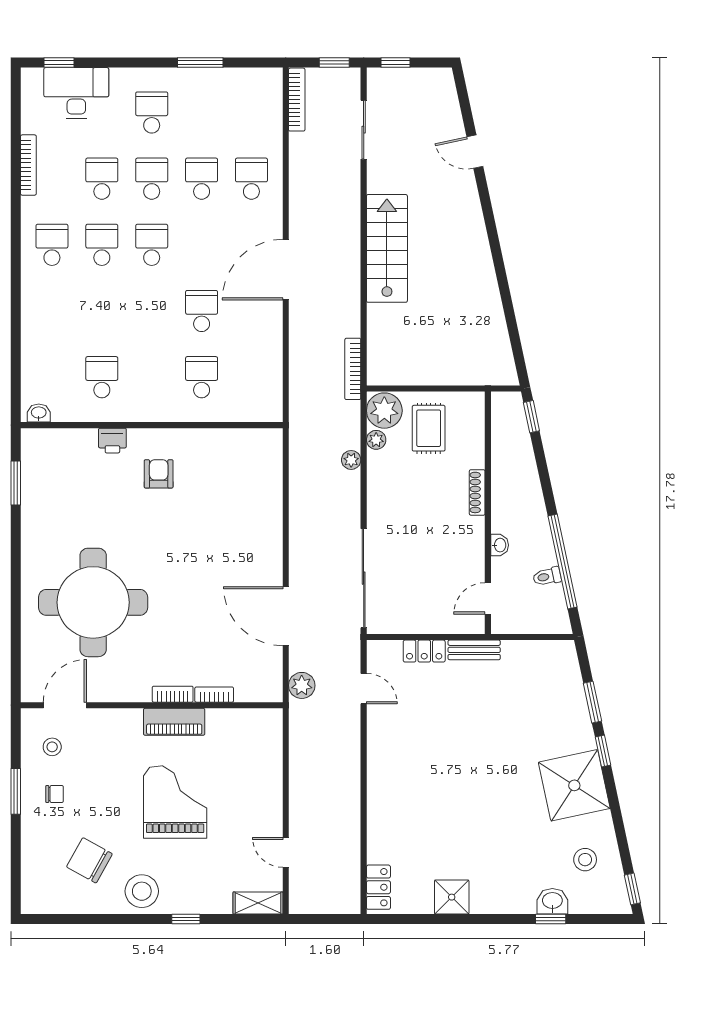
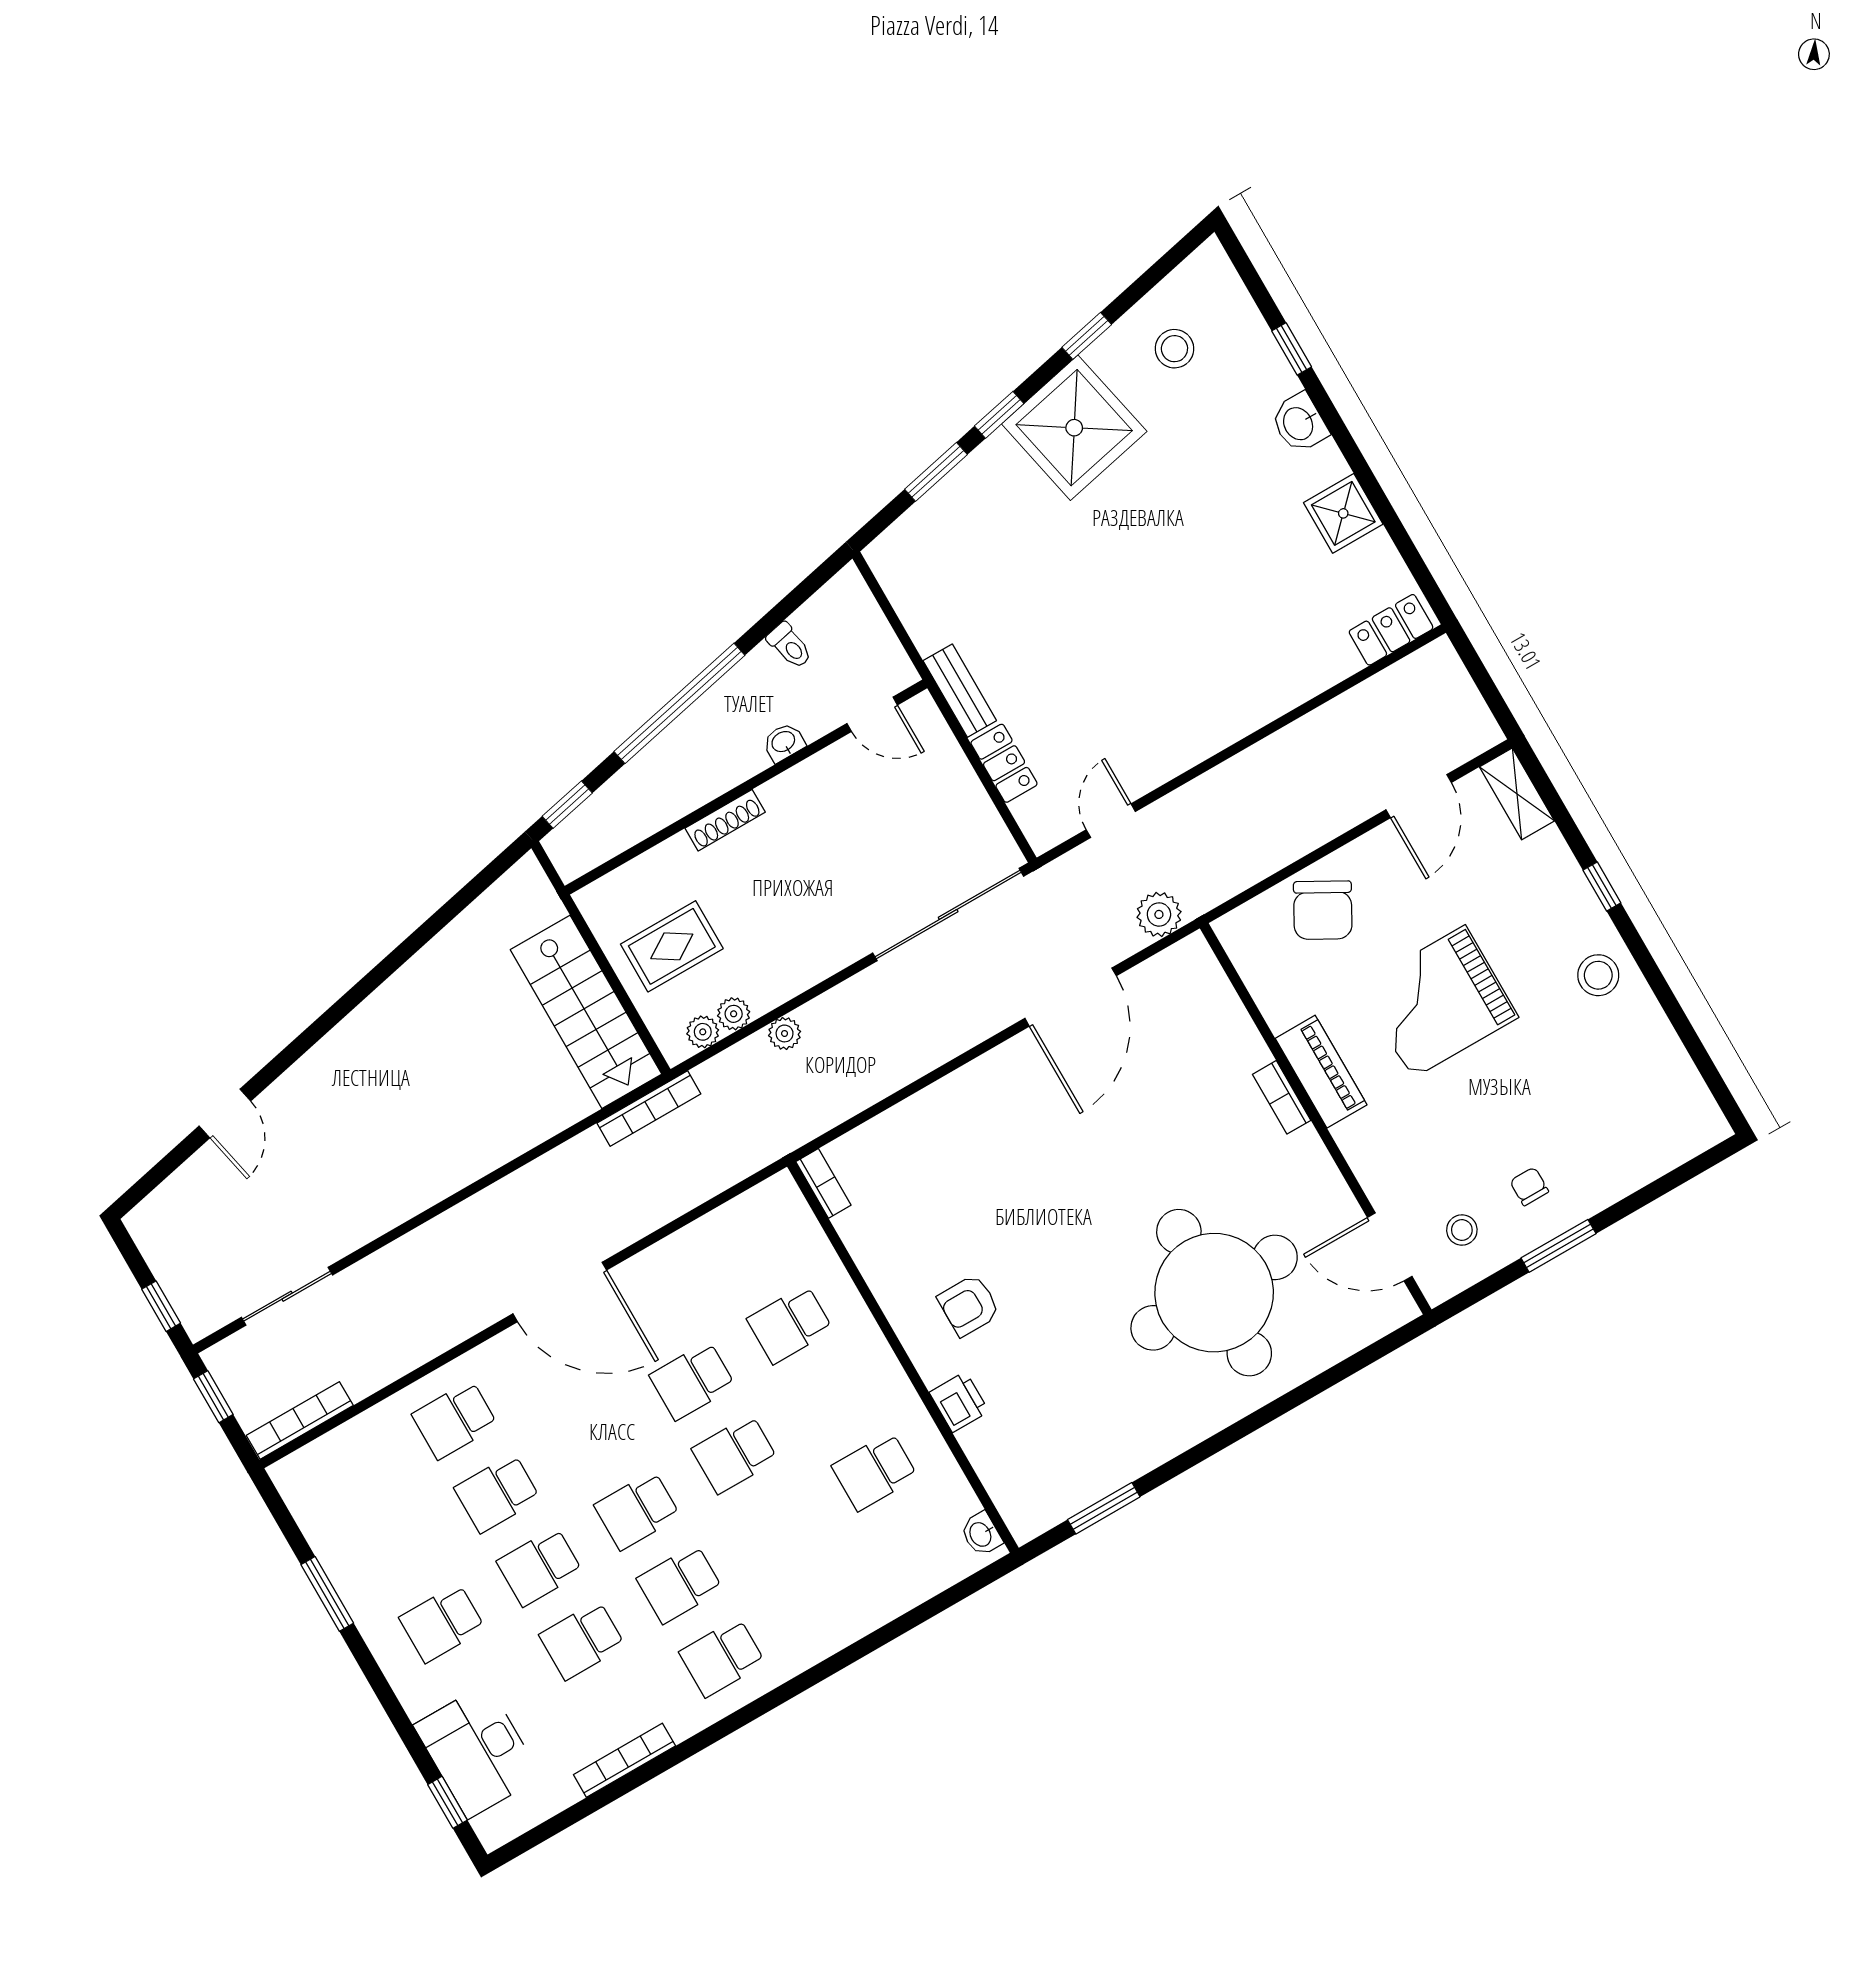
stairs: (387, 248) -> (586, 1012), moved, turned -90
school desk: (152, 311) -> (735, 1454), added
plant: (384, 411) -> (703, 1032), width x0.53, depth x0.53
window: (562, 562) -> (679, 703), moved
bookcase: (214, 695) -> (823, 1183), moved, turned 180
door: (286, 852) -> (1419, 796), width x1.38
chair: (89, 860) -> (1323, 910), moved
window: (632, 889) -> (1087, 336), moved
stool: (142, 891) -> (1598, 975), width x0.73, depth x0.73
washbasin: (552, 901) -> (1299, 423), moved

